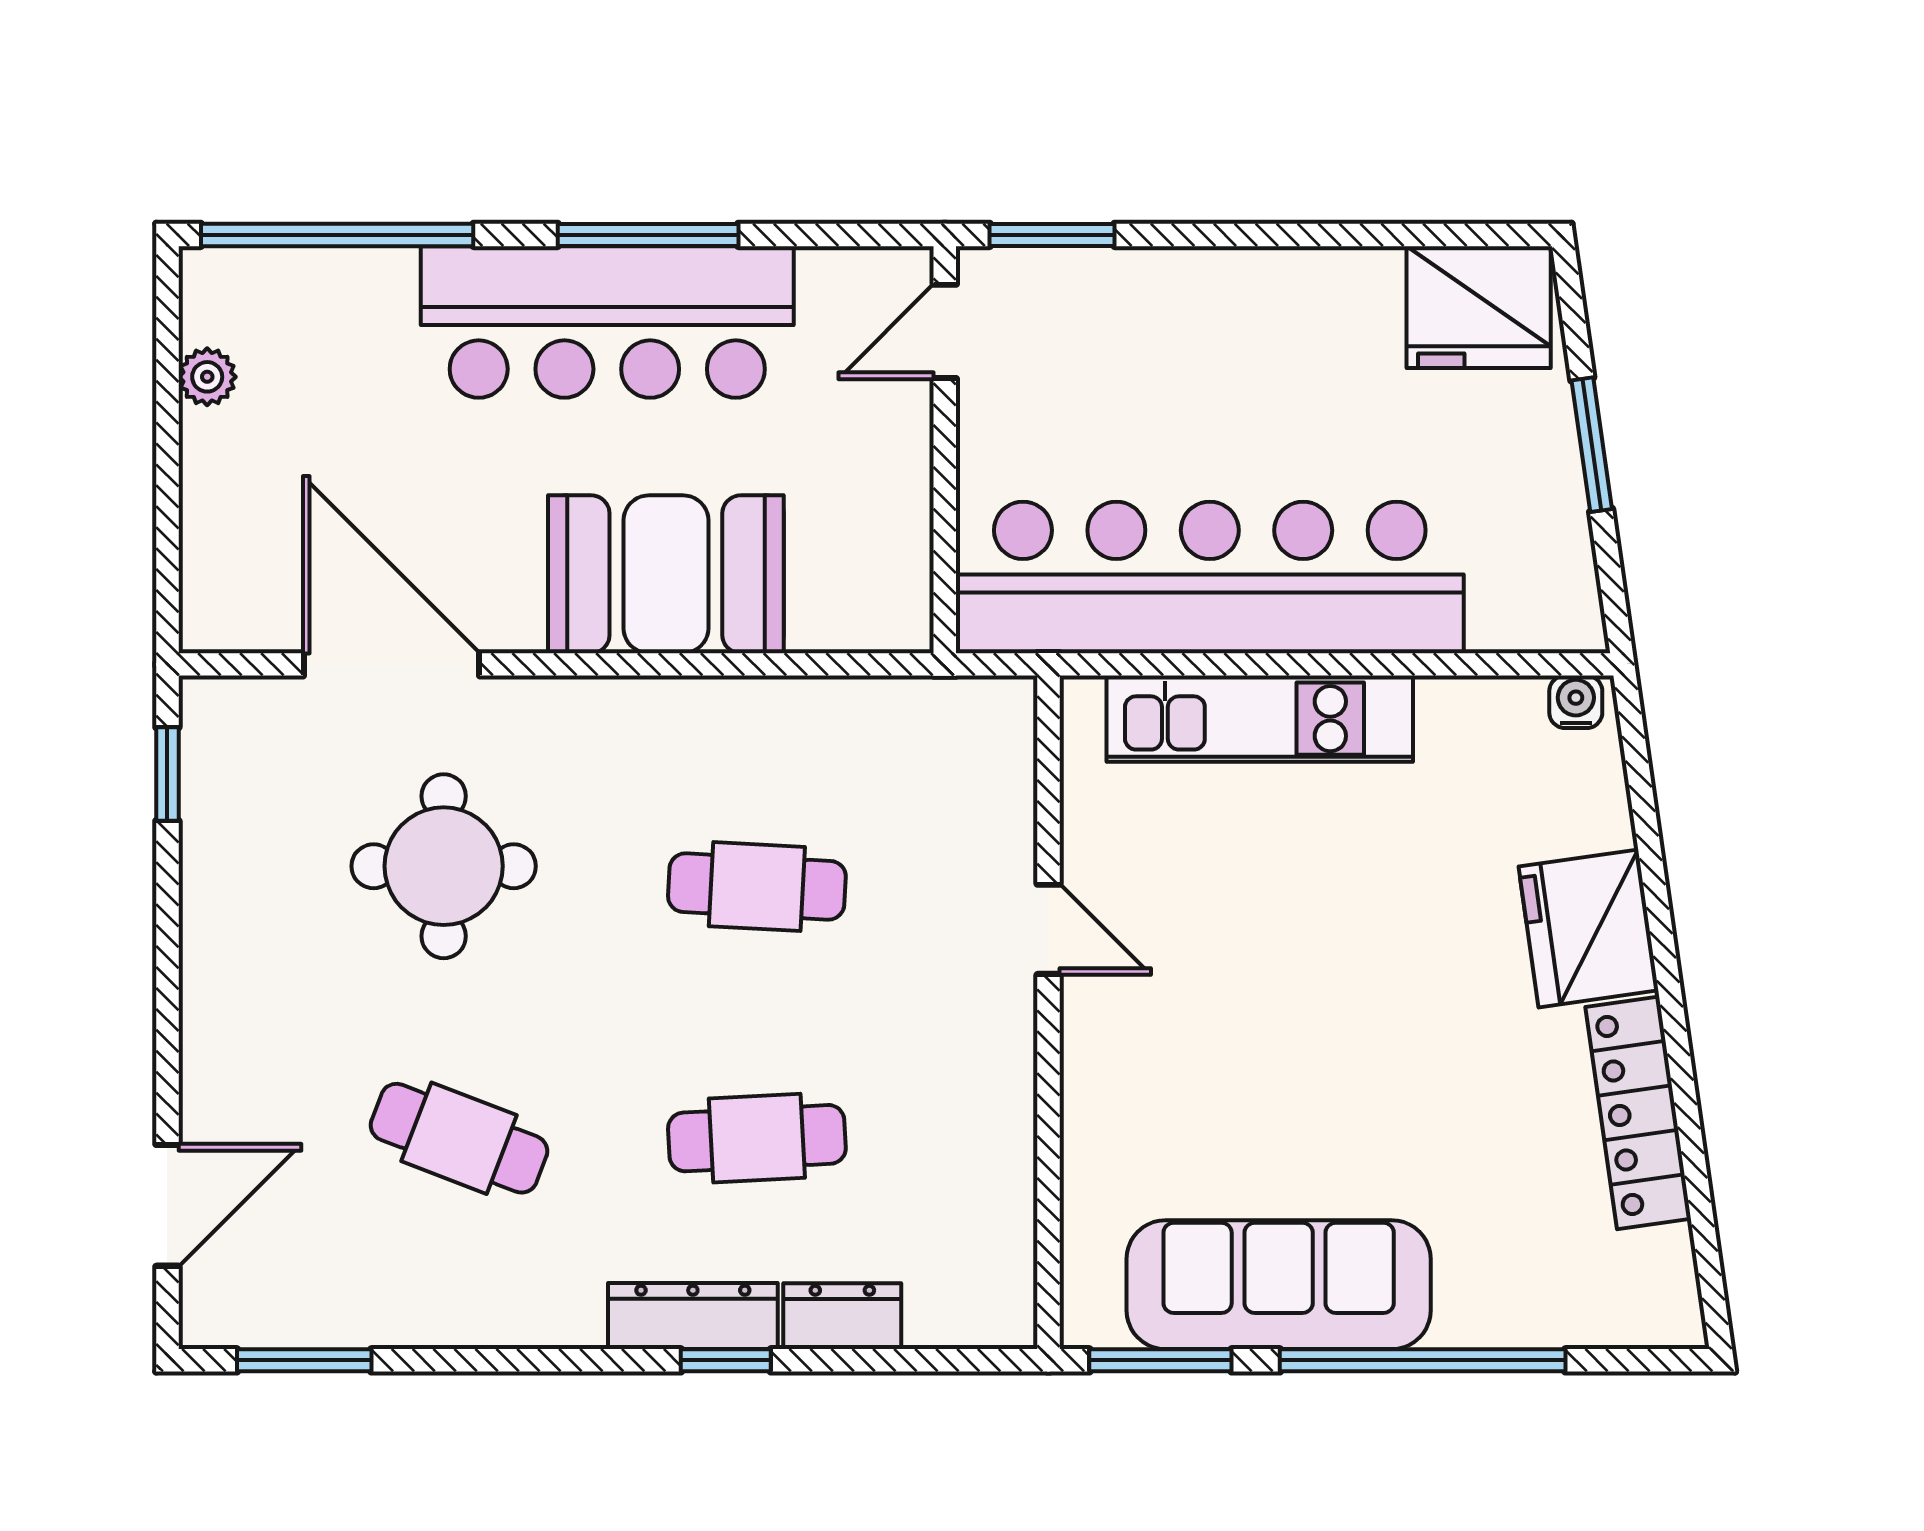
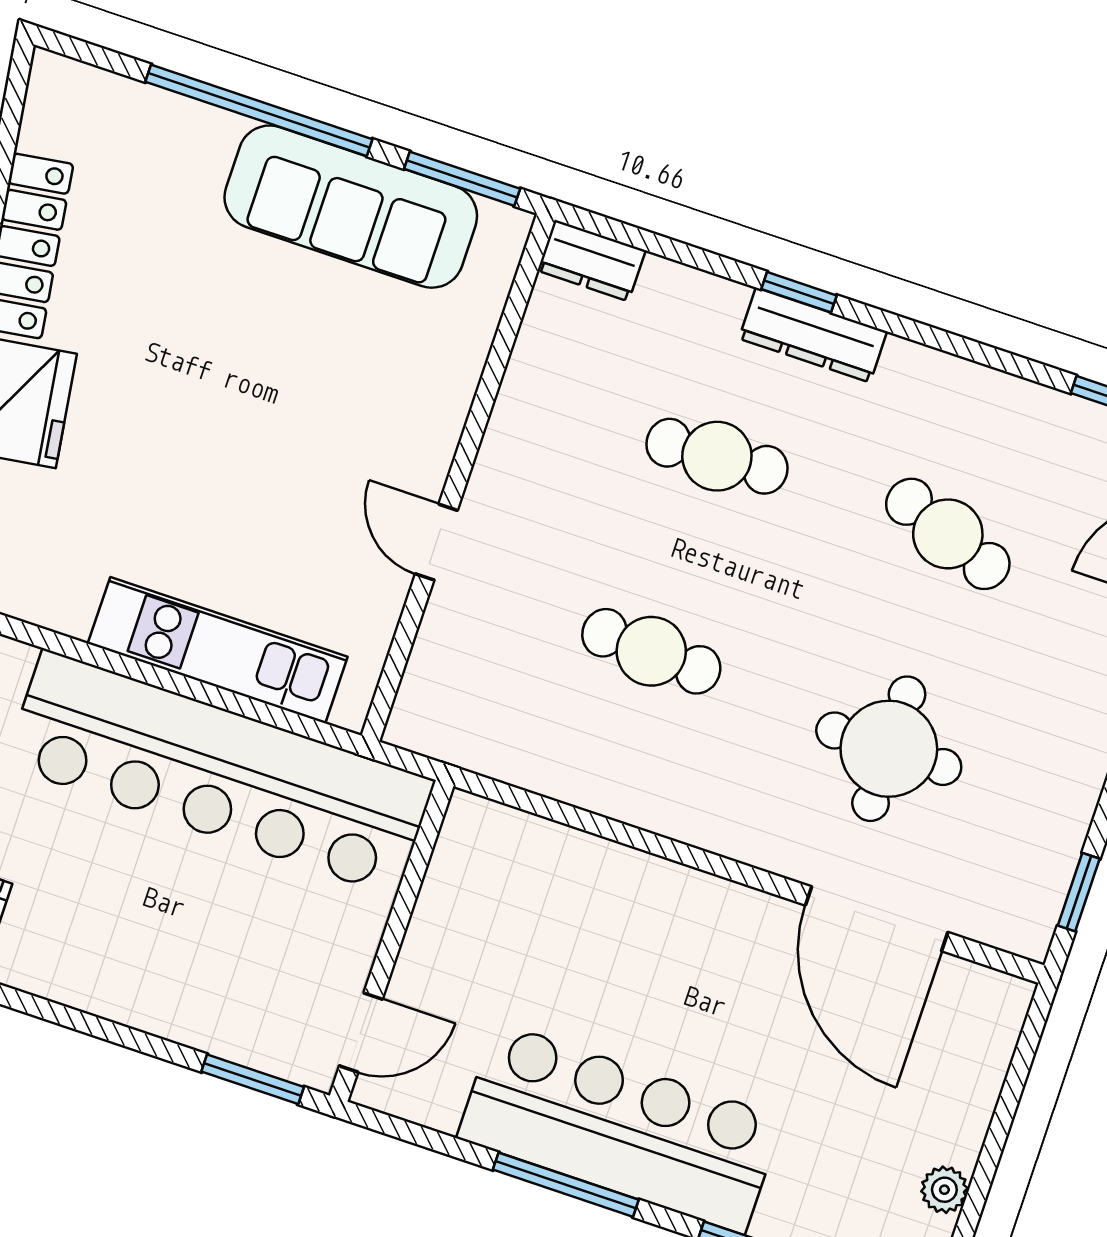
booth: (666, 574) -> (640, 917), removed
dresser: (842, 1316) -> (592, 260), moved

